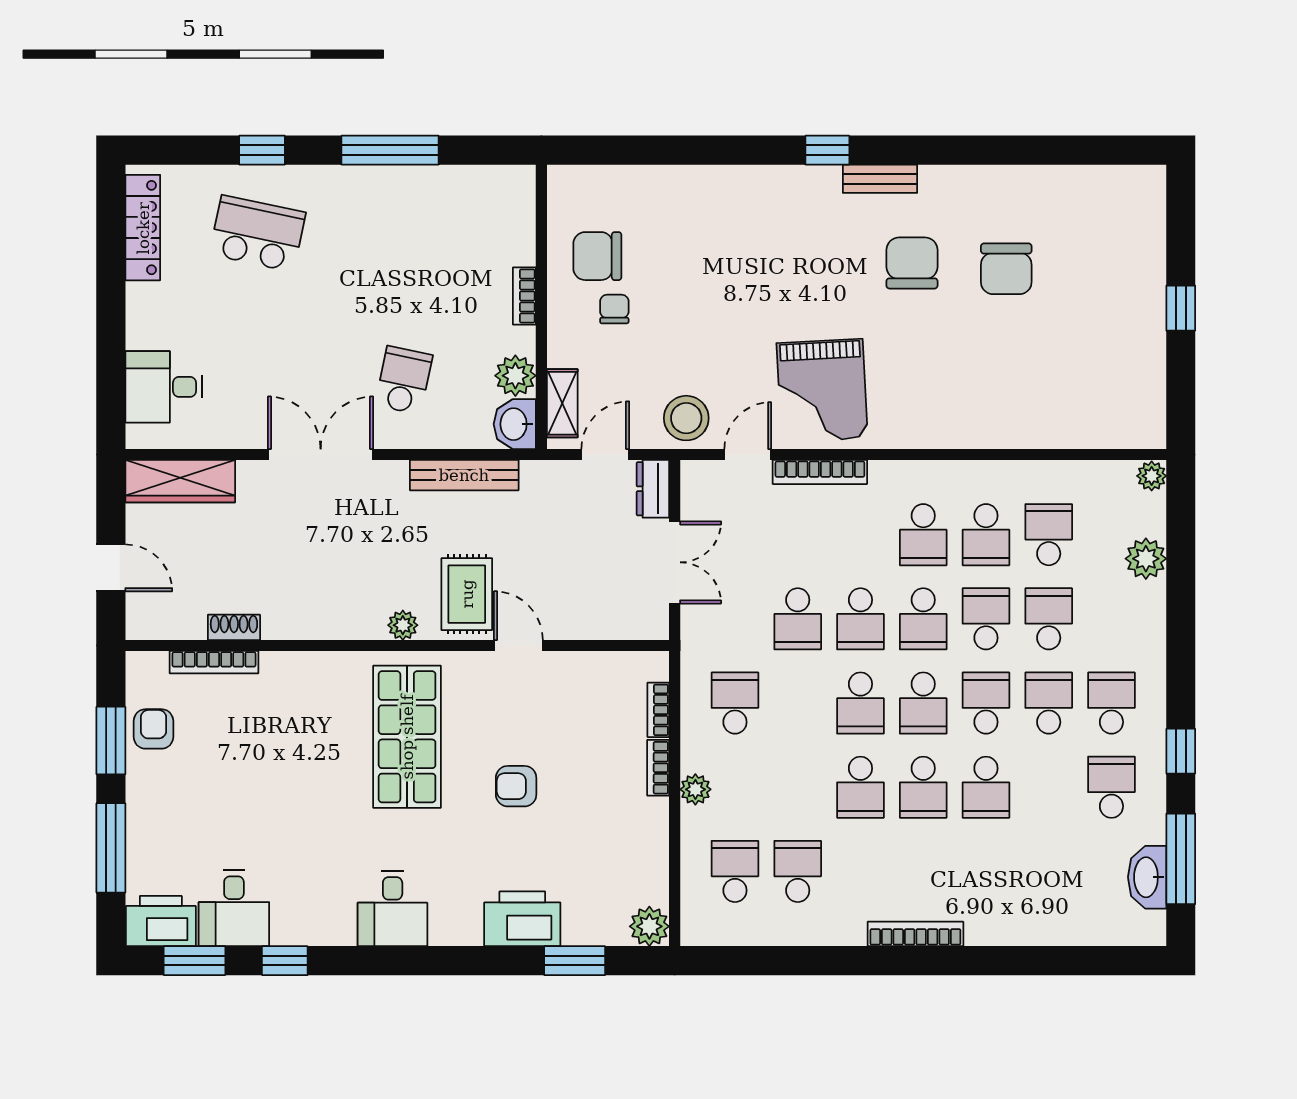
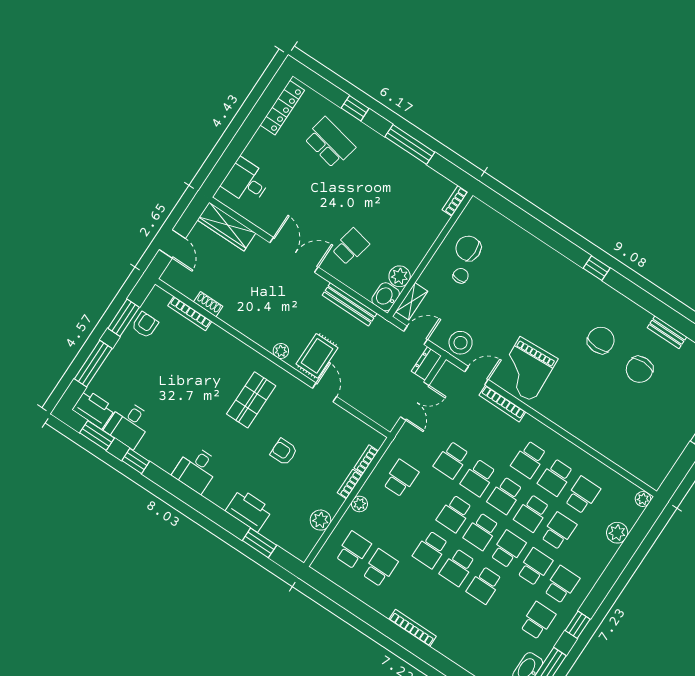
bench: (880, 179) -> (667, 332), moved
bookcase: (524, 296) -> (455, 201), moved
school desk: (986, 619) -> (532, 513), turned 180
shop shelf: (407, 737) -> (251, 400), width x0.70, depth x0.74
plant: (649, 926) -> (320, 520), moved

